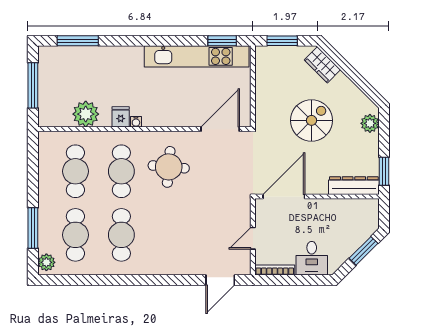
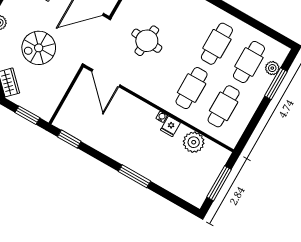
window: (78, 41) -> (134, 176), moved
kitchen unit: (197, 56) -> (93, 138), removed
door: (220, 129) -> (106, 78), hinge flipped
round table: (169, 167) -> (147, 41), moved
plant: (46, 262) -> (272, 68), moved

